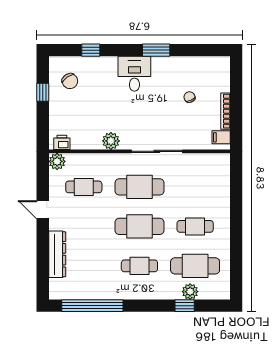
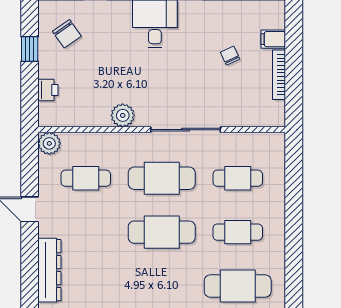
filing cabinet: (221, 137) -> (273, 39), moved
printer: (62, 142) -> (48, 90), moved, turned 90
cafe table: (139, 266) -> (238, 178), moved

